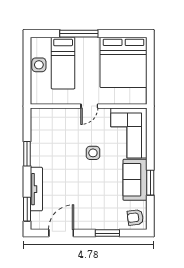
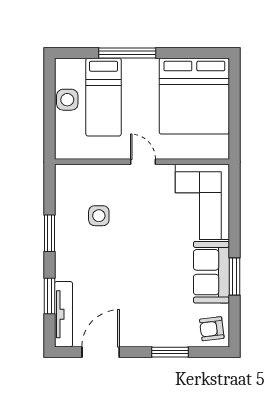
door: (89, 106) -> (143, 162), swing flipped
side table: (93, 153) -> (99, 216), moved
tv unit: (36, 189) -> (63, 314), moved
window: (27, 209) -> (50, 296), moved

